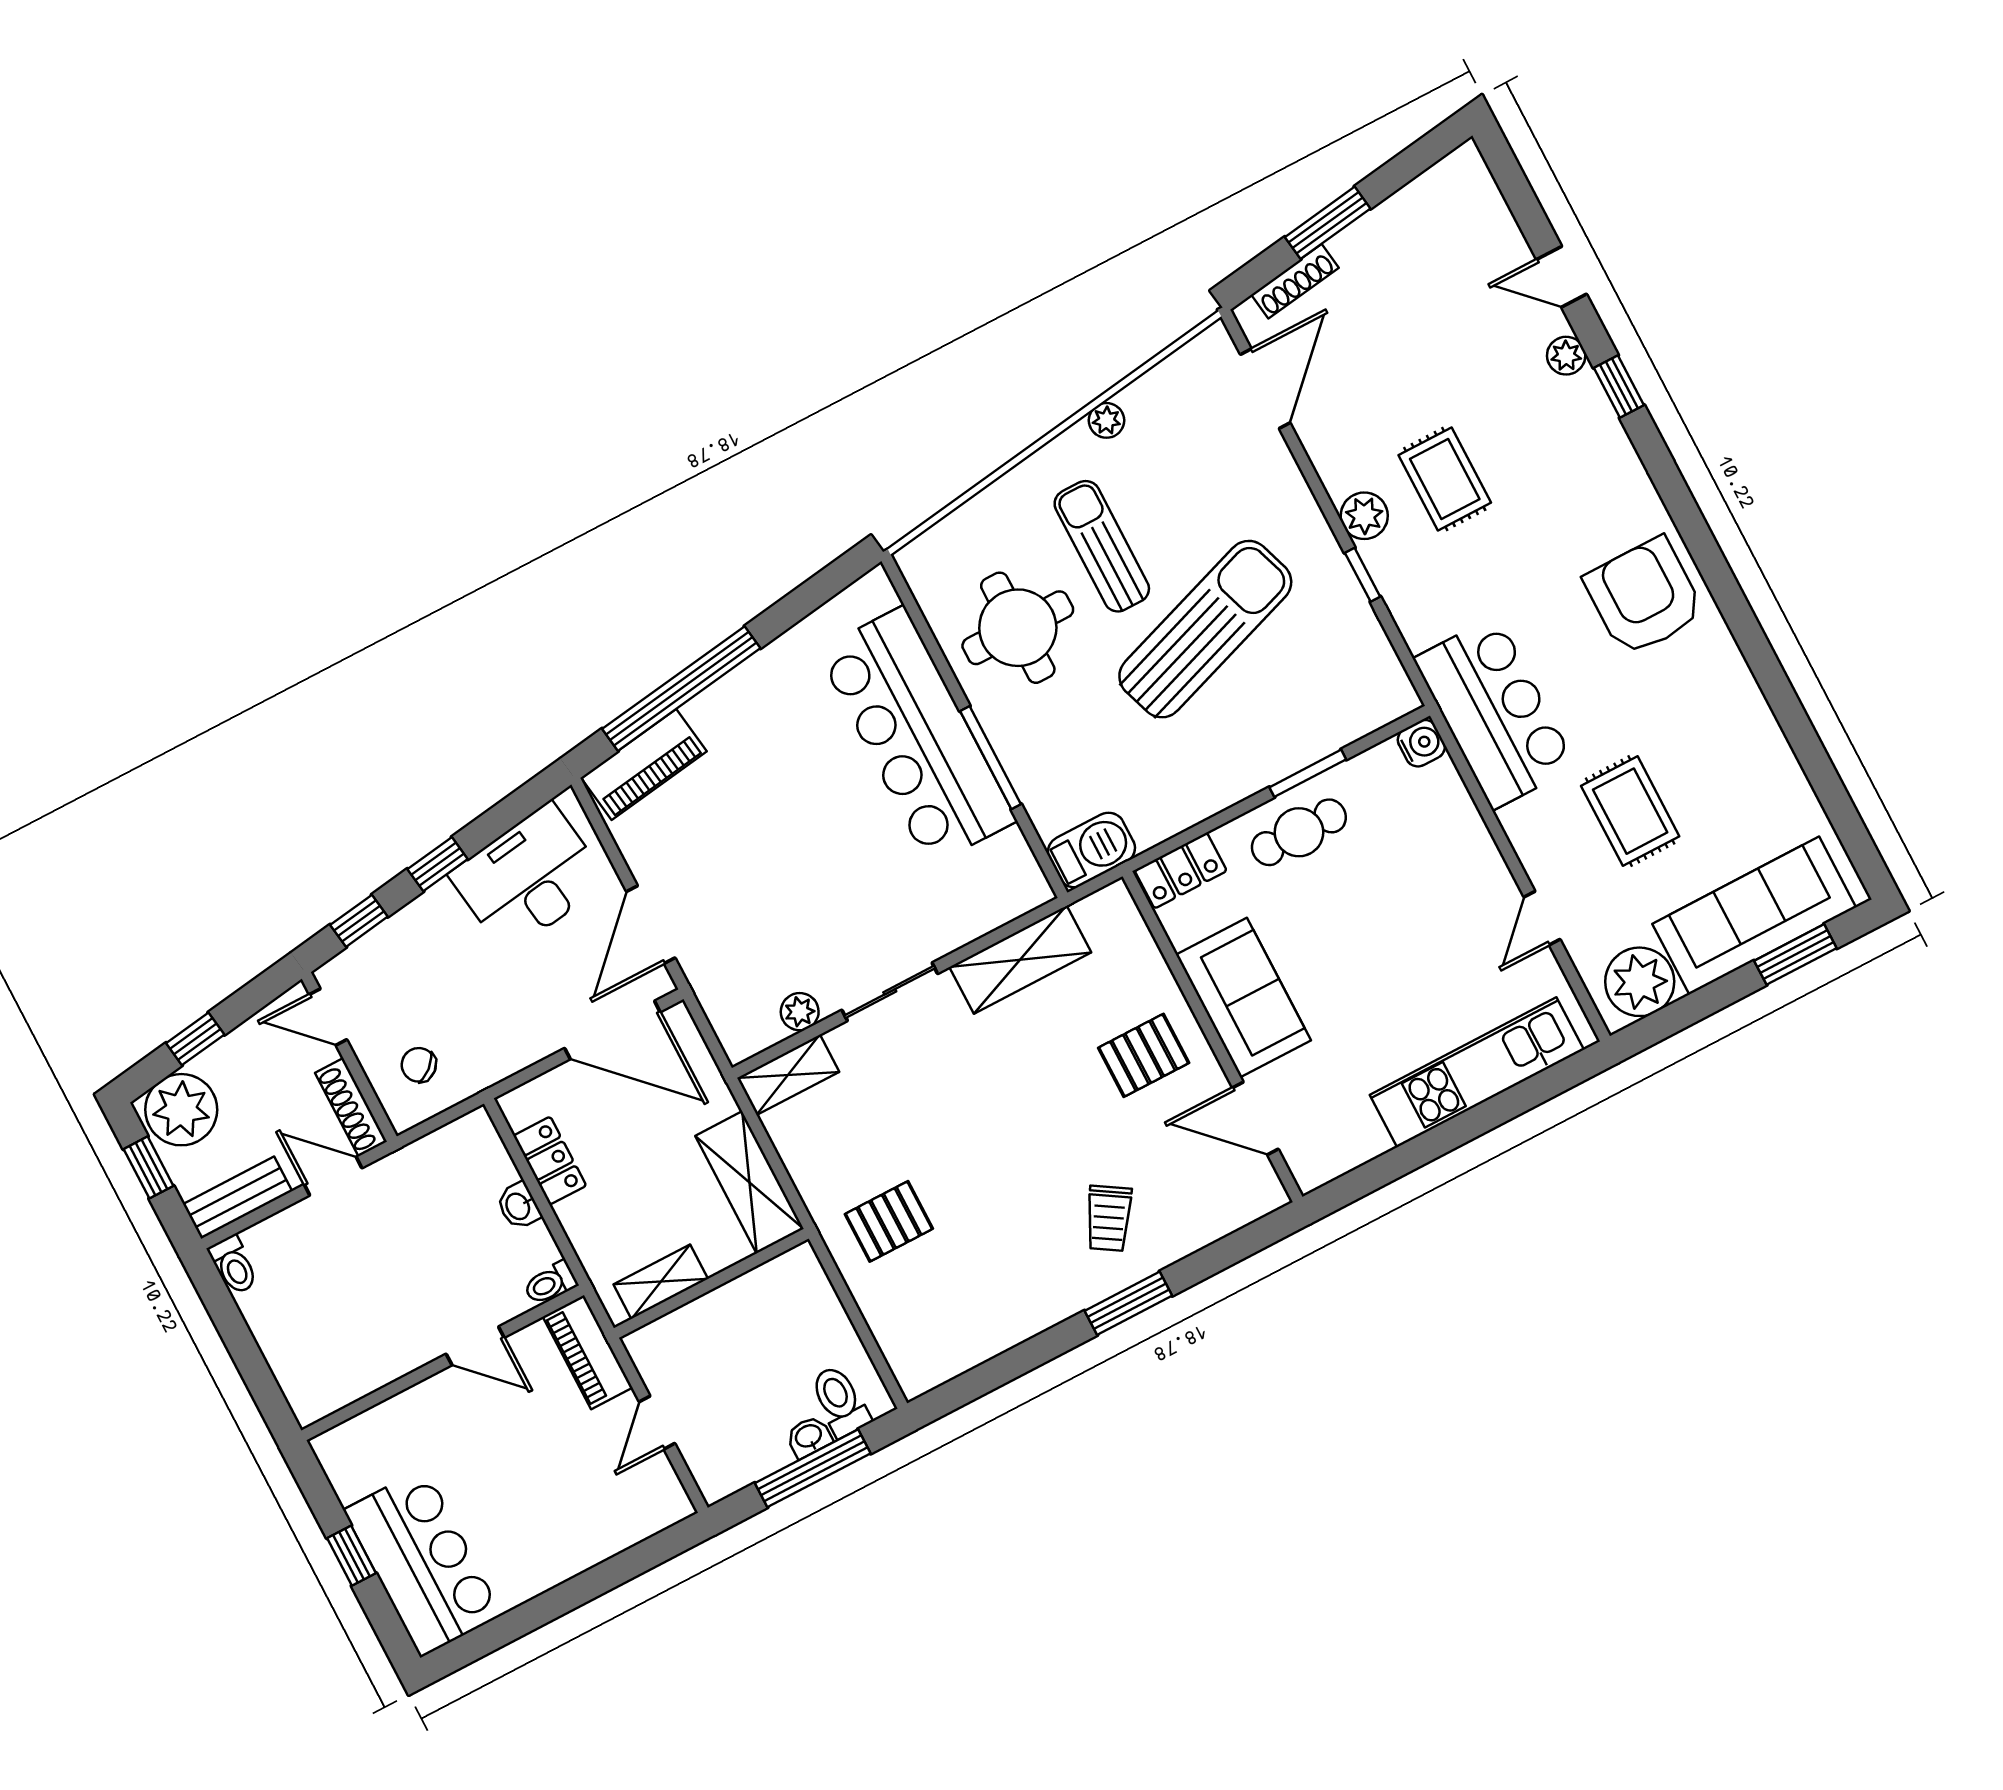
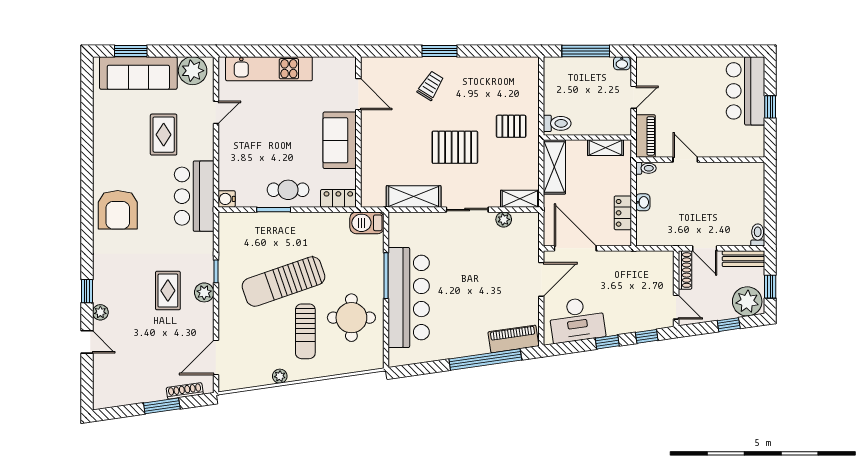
pallet: (1144, 1055) -> (455, 147), moved, width x1.50, depth x1.42
chair: (419, 1065) -> (652, 273), removed
toilet: (840, 1401) -> (557, 123), moved, turned -90
washbasin: (809, 1437) -> (622, 63), moved

